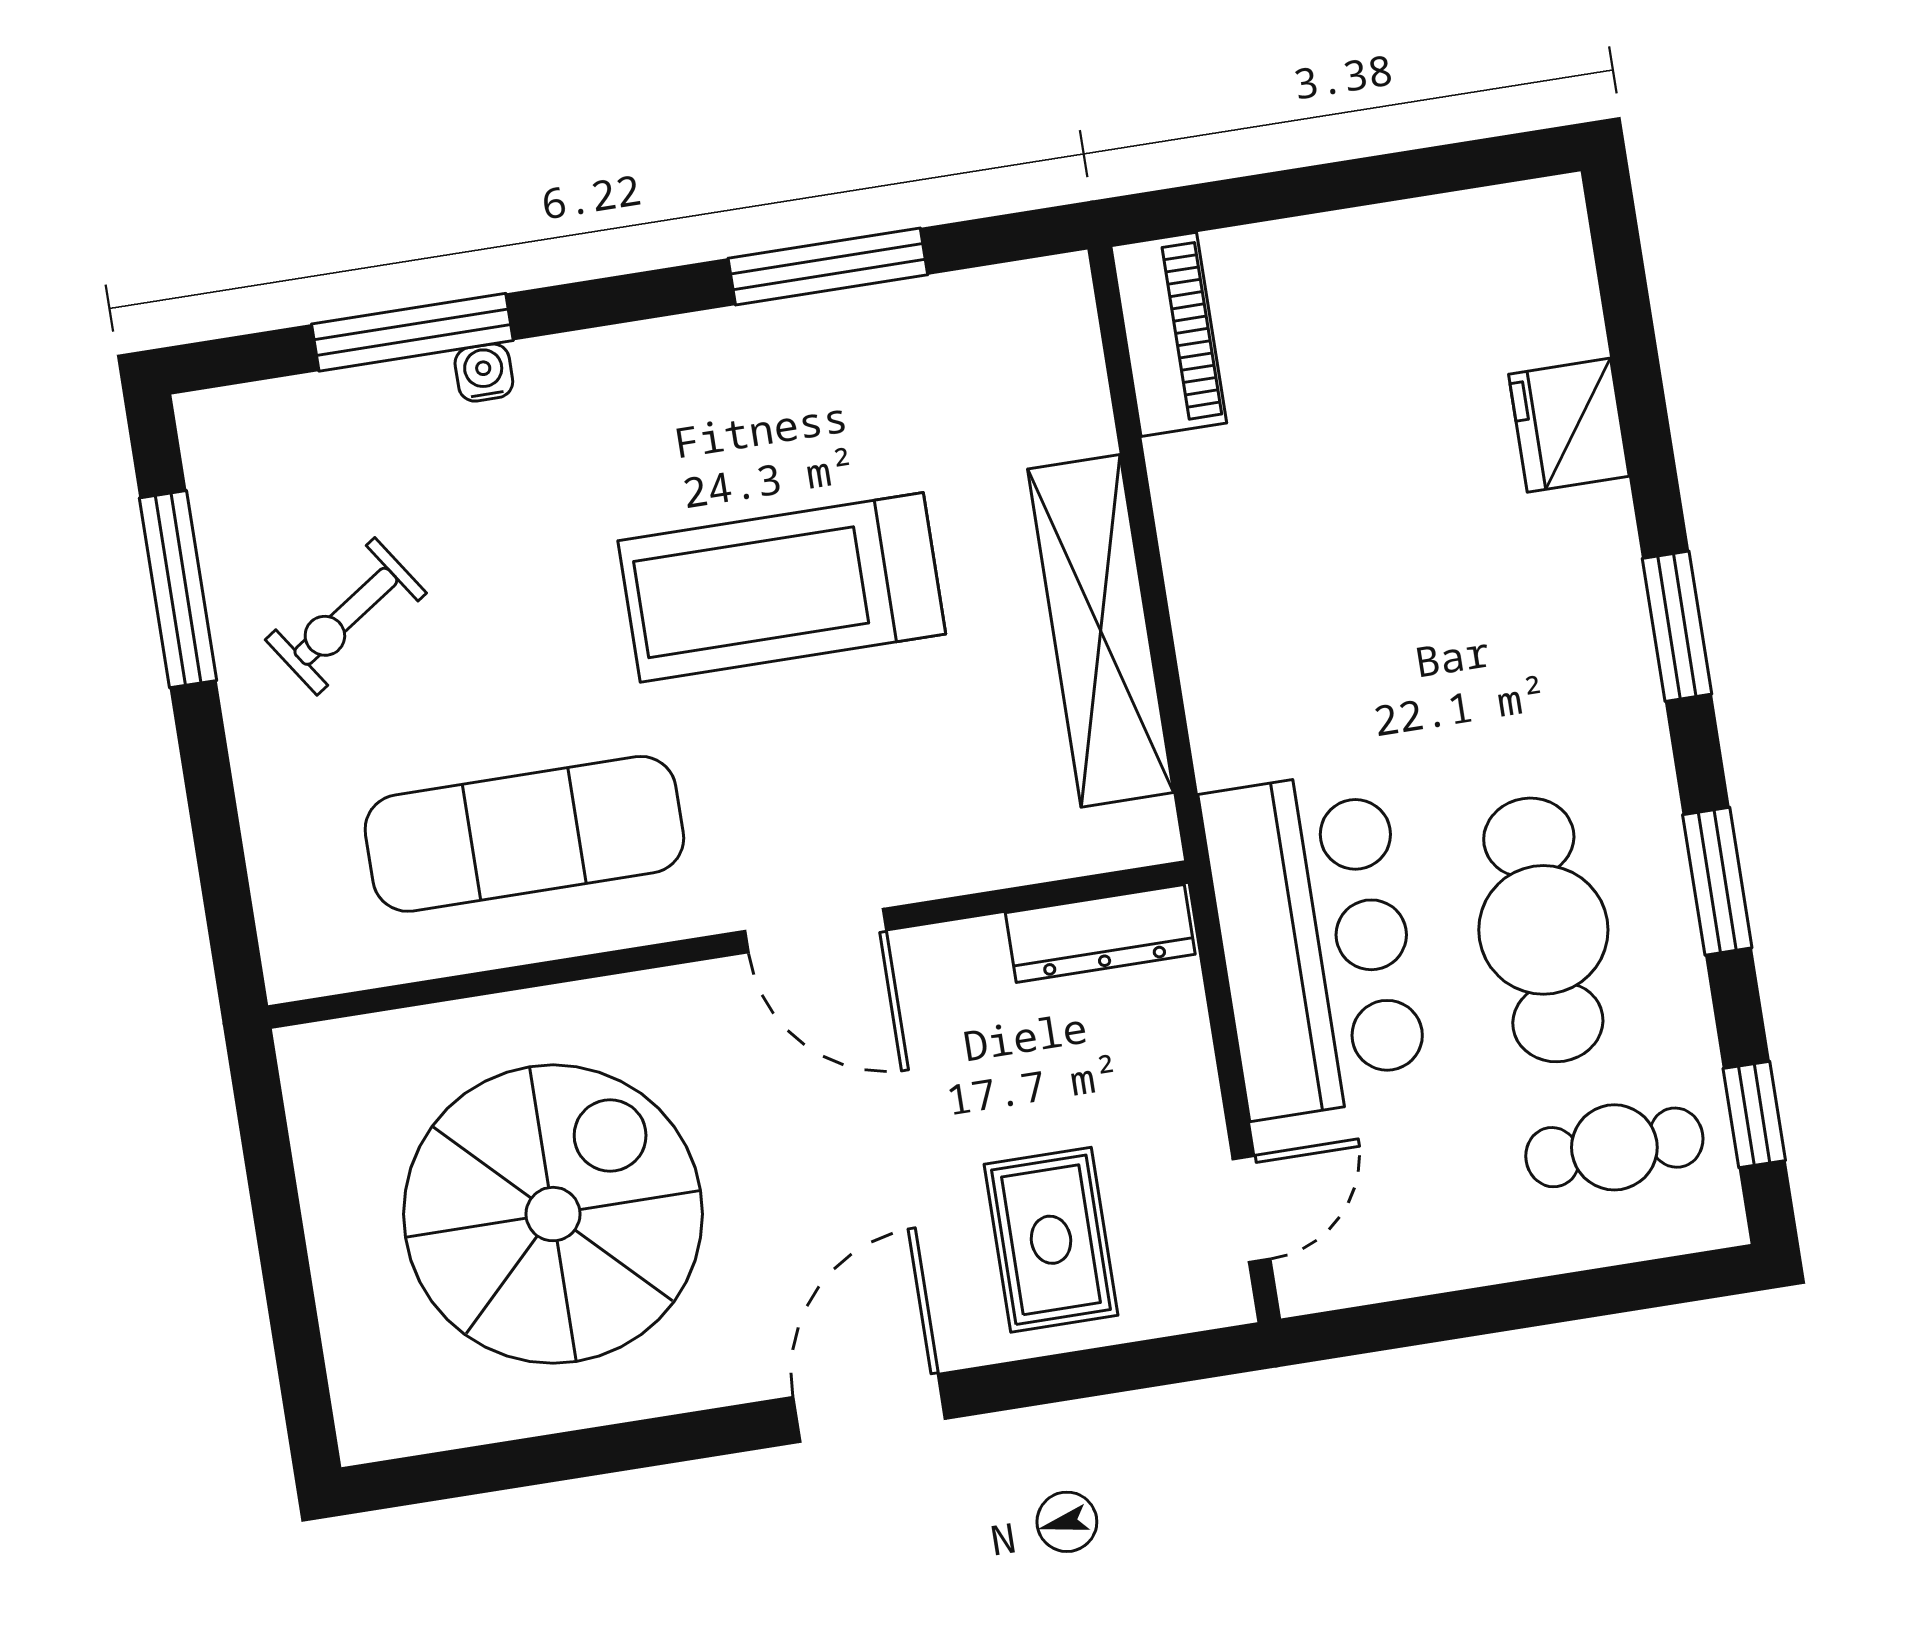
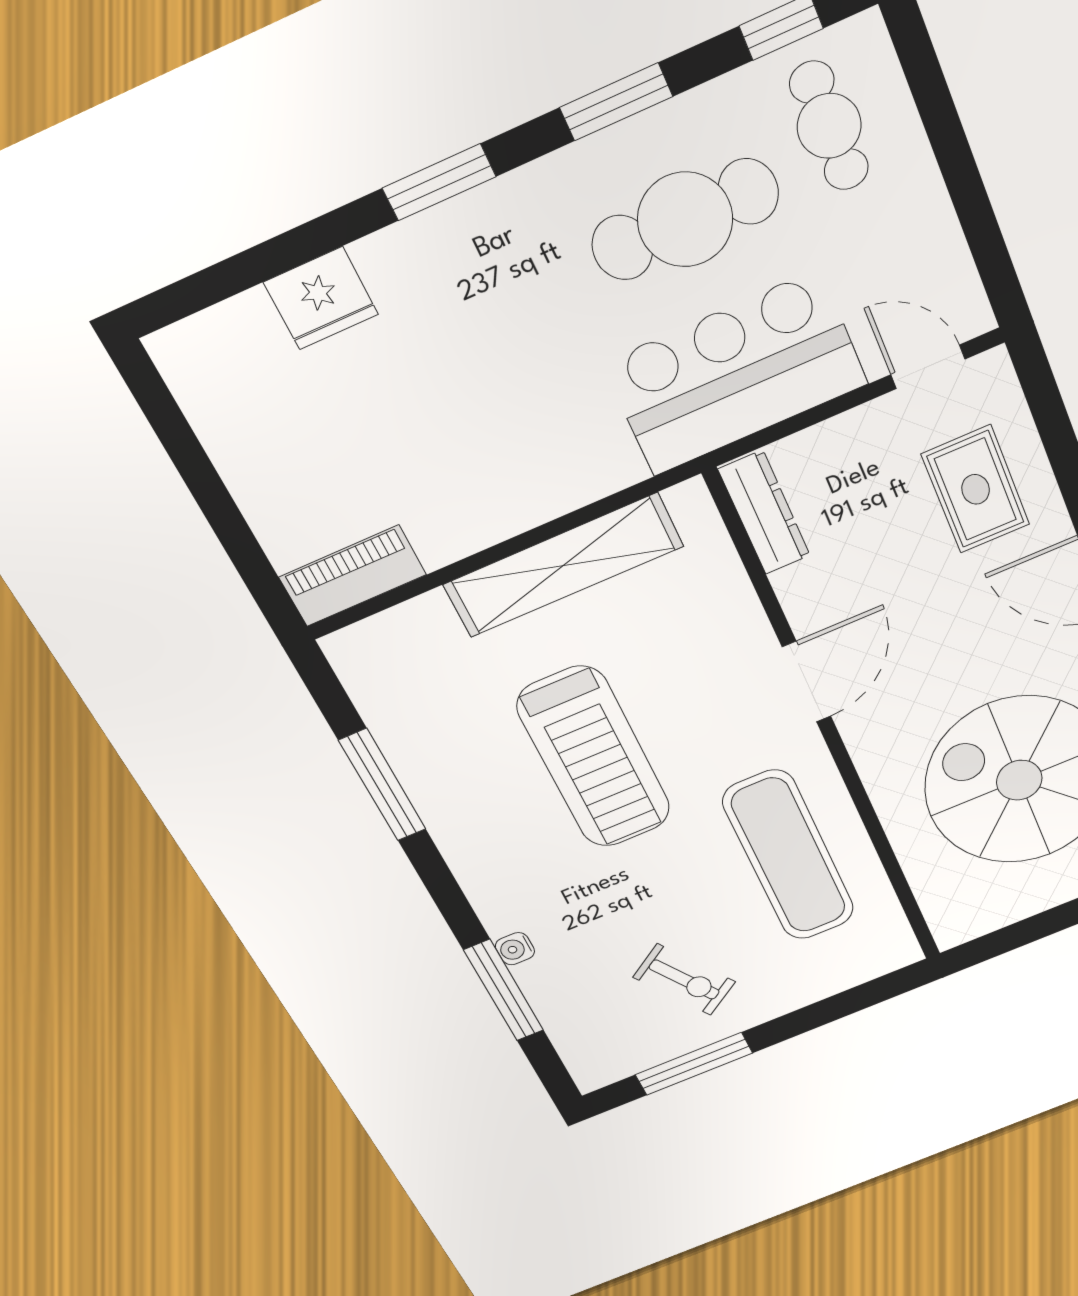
rug: (1051, 1240) -> (976, 489), turned 90

